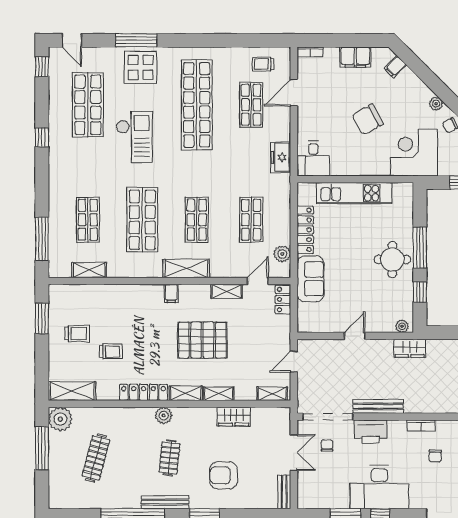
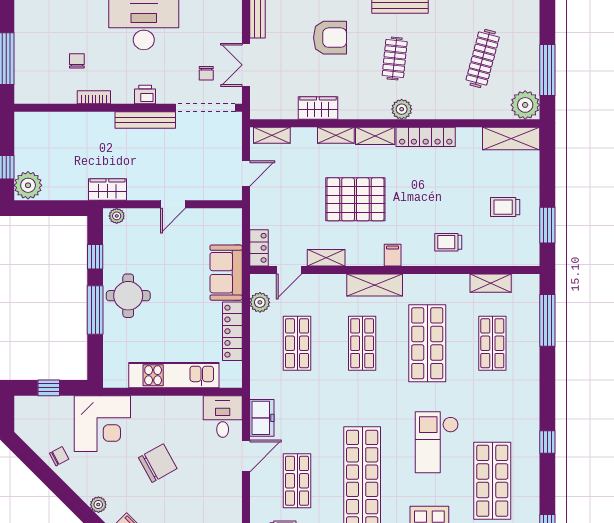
door: (294, 93) -> (246, 456), moved
plant: (436, 104) -> (98, 505), moved
trolley: (111, 351) -> (448, 242), moved
printer: (371, 432) -> (145, 94), width x0.53, depth x0.68

